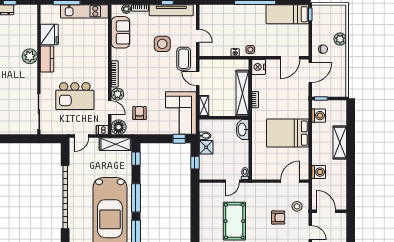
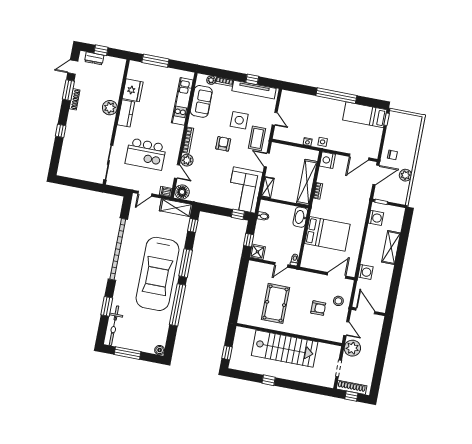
kitchen unit: (84, 11) -> (182, 101), moved, turned 90
plant: (340, 39) -> (405, 175), moved
armchair: (139, 113) -> (223, 144), moved
bed: (288, 133) -> (327, 234), moved, turned 180
shower: (206, 147) -> (257, 252), moved

